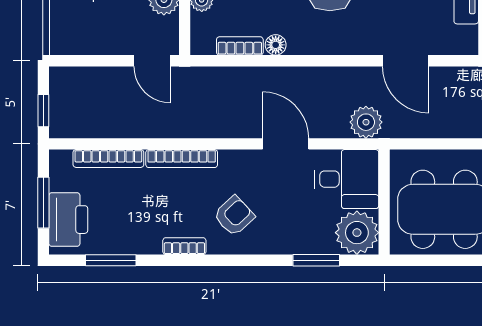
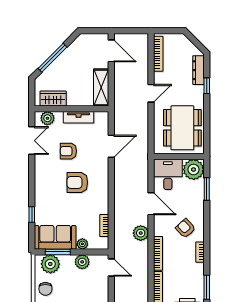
floor lamp: (276, 45) -> (104, 208), removed
door: (152, 61) -> (111, 268), hinge flipped
plant: (366, 122) -> (141, 233), moved
door: (286, 144) -> (151, 204), swing flipped

